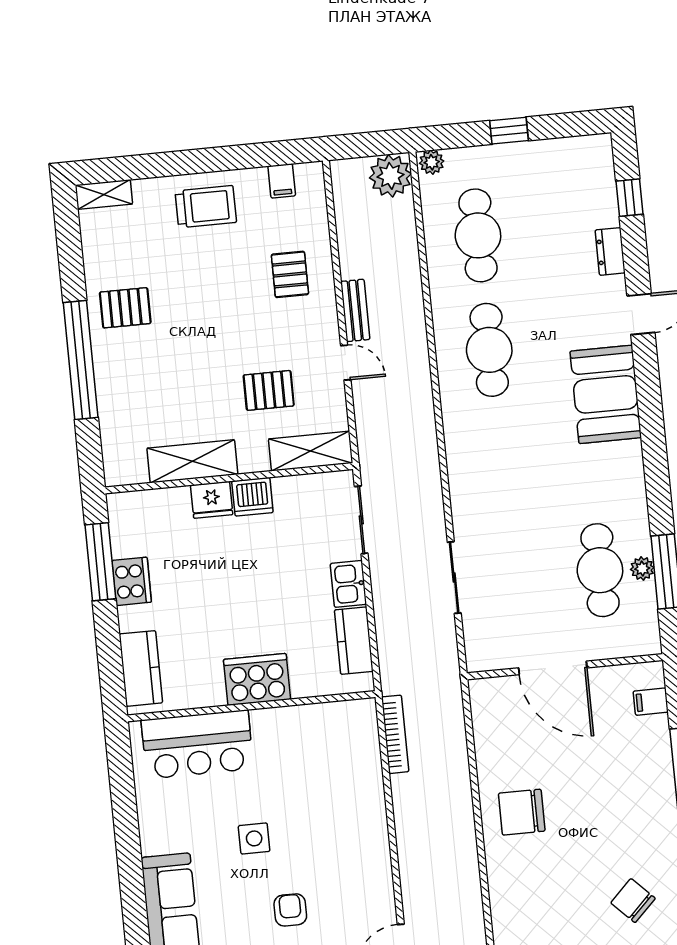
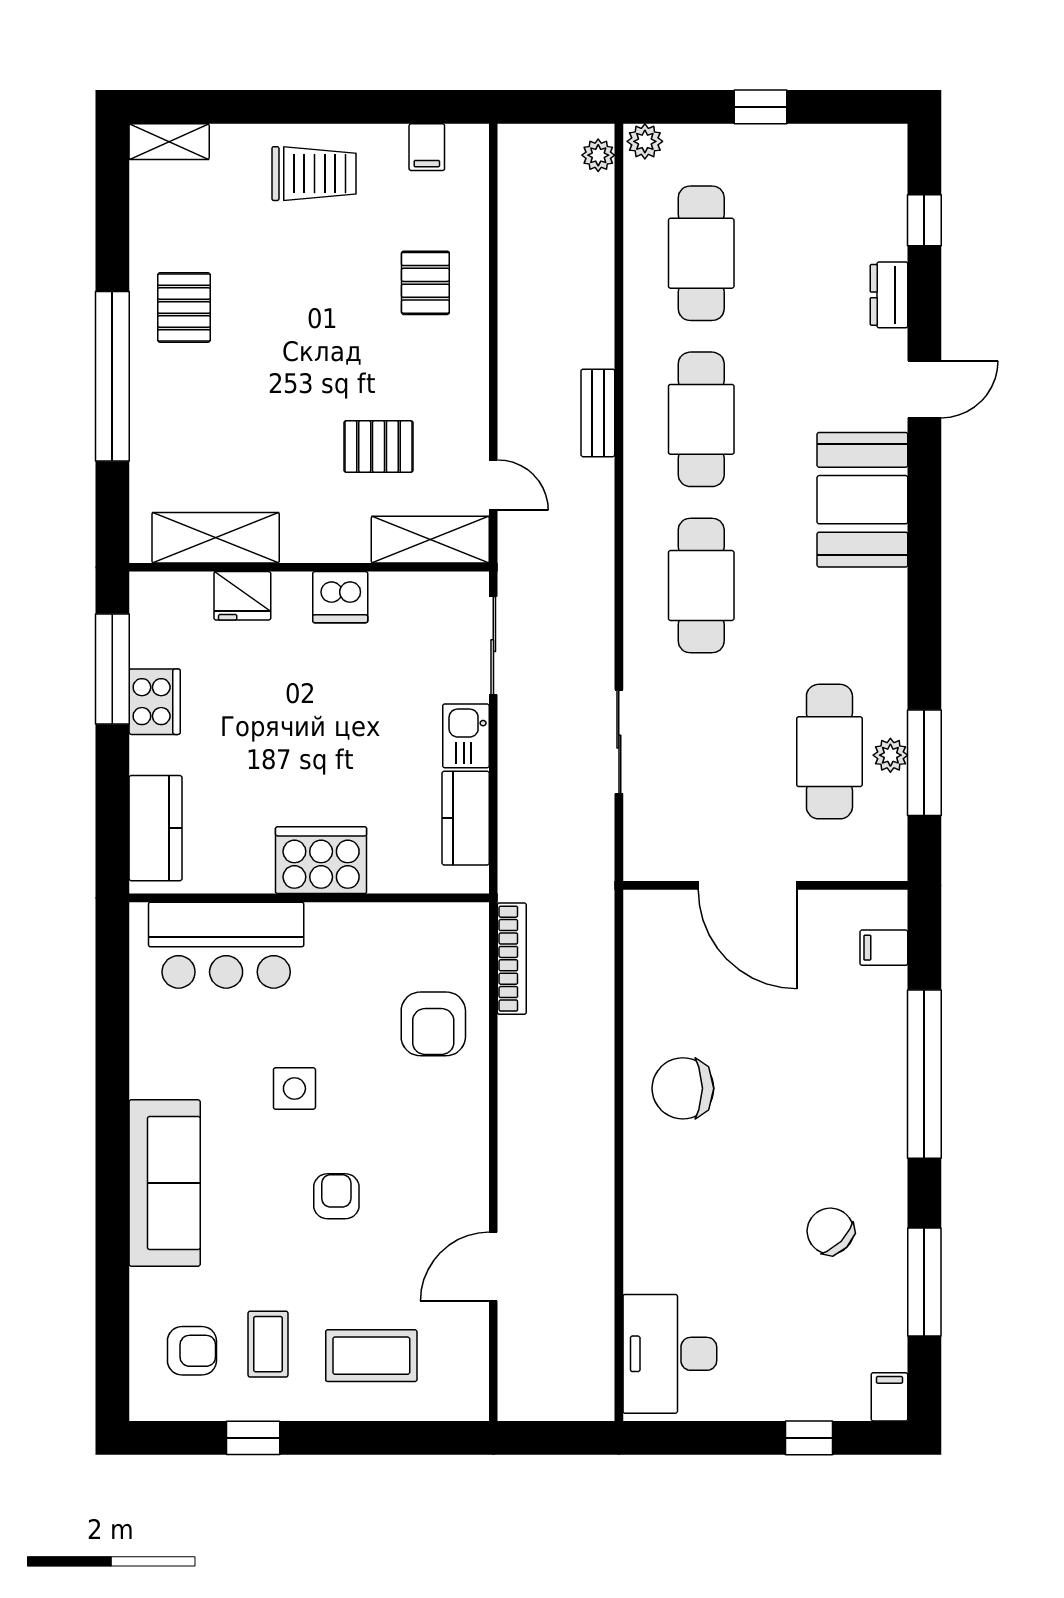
plant: (390, 176) -> (598, 155), width x0.53, depth x0.53
pallet: (125, 308) -> (184, 308), turned 90
bench: (355, 310) -> (598, 413), moved
door: (346, 363) -> (493, 485), moved
shelving: (192, 461) -> (216, 538), moved
cafe table: (500, 464) -> (701, 585), added
fridge: (212, 500) -> (242, 596), moved
armchair: (345, 785) -> (433, 1024), added

